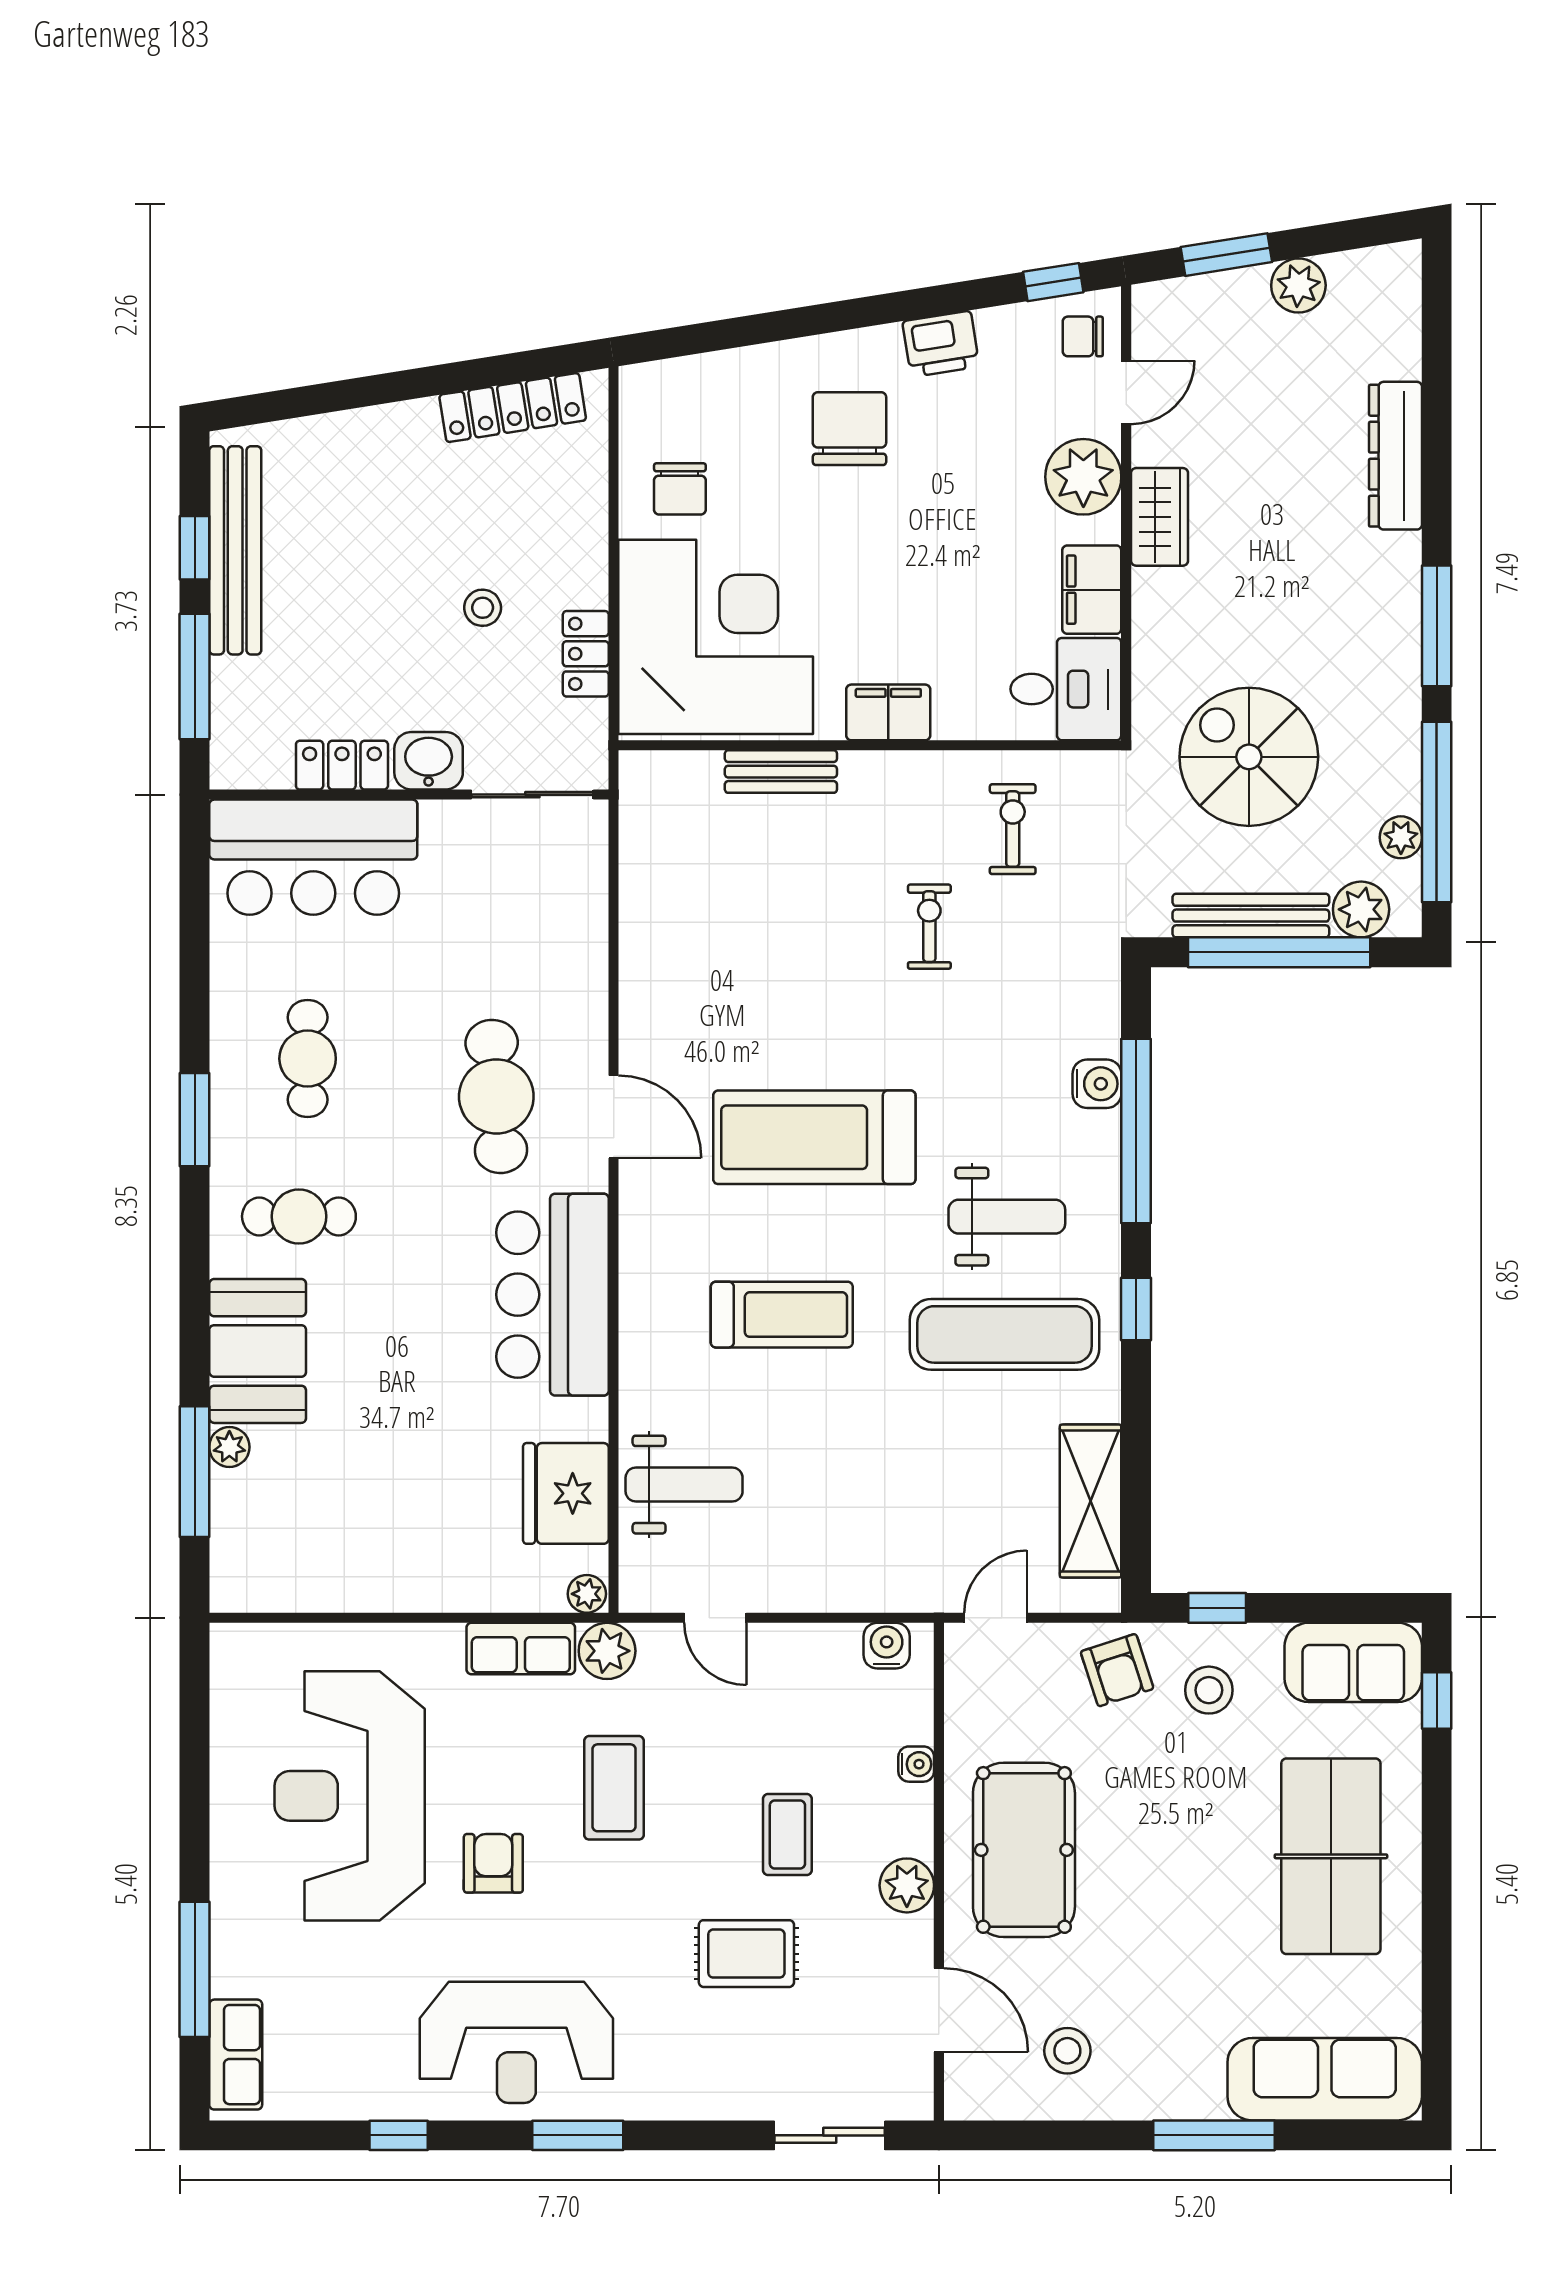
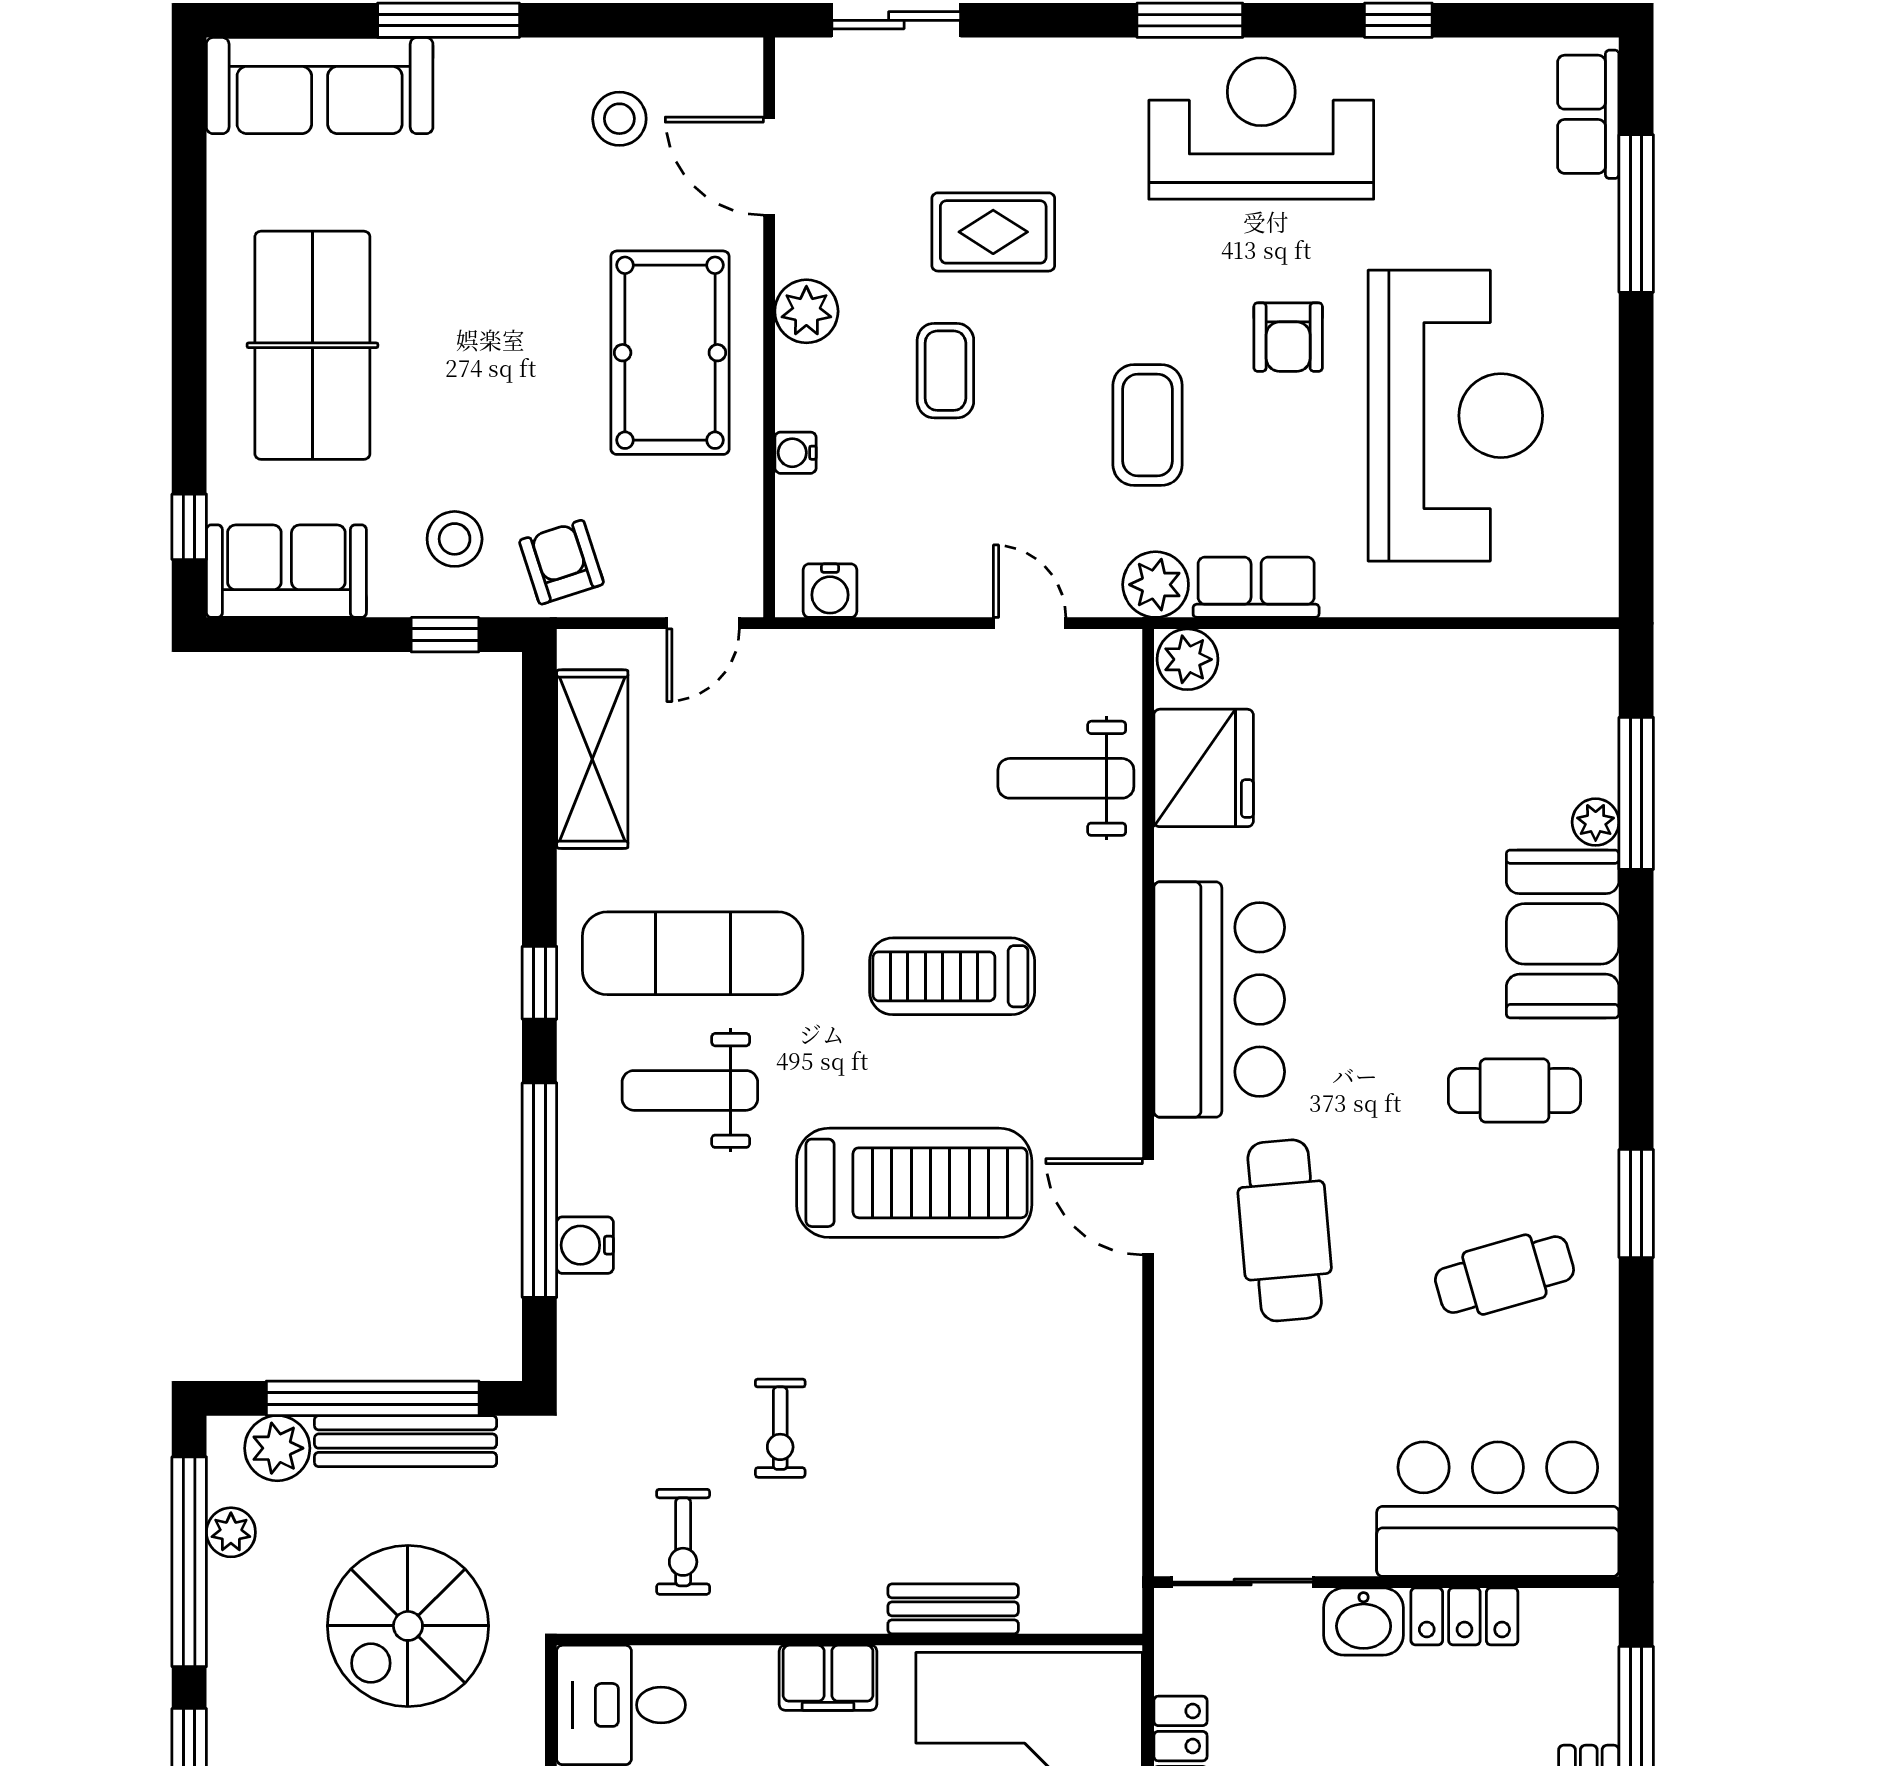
spiral stairs: (1249, 757) -> (408, 1626), turned 90
cafe table: (308, 1059) -> (1504, 1275), turned 74
plant: (587, 1594) -> (1187, 659), width x1.38, depth x1.38

